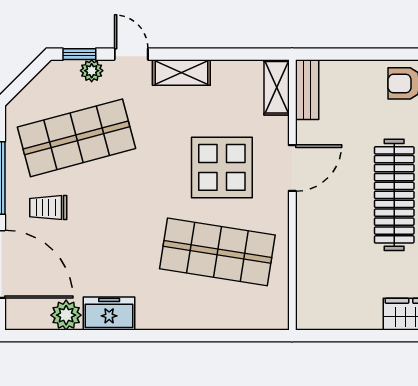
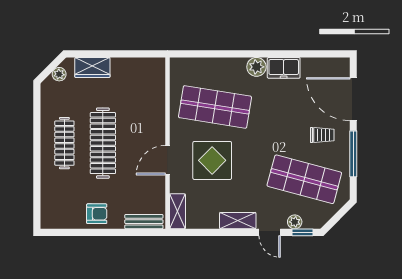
bench: (307, 90) -> (144, 222), moved, turned 90
shop shelf: (76, 138) -> (304, 179), turned 30
plant: (66, 315) -> (256, 67), moved

